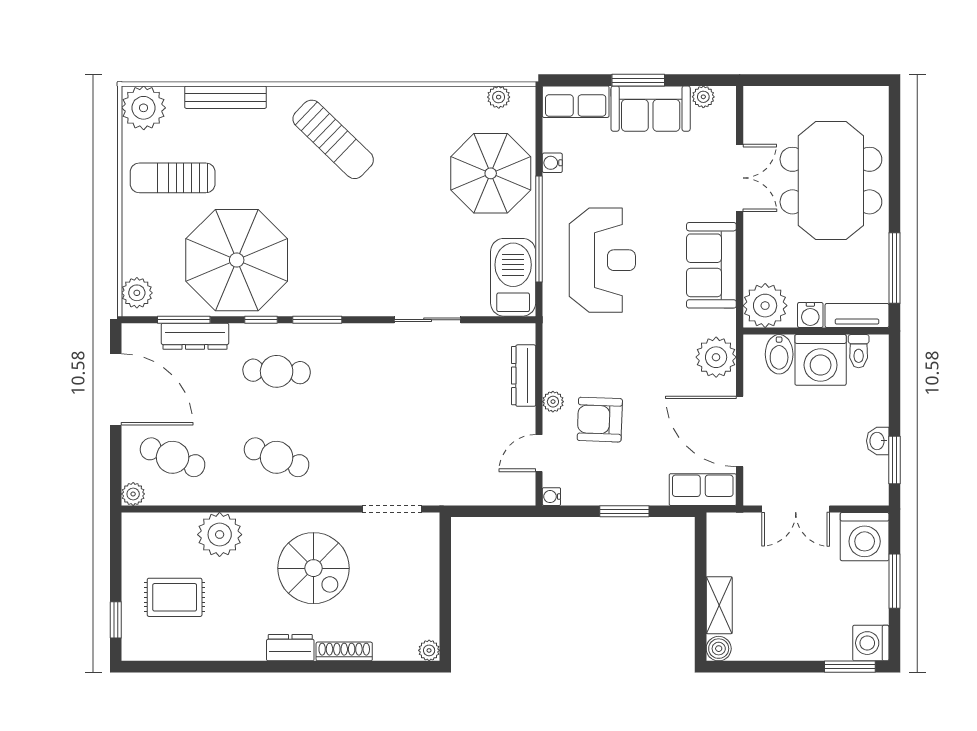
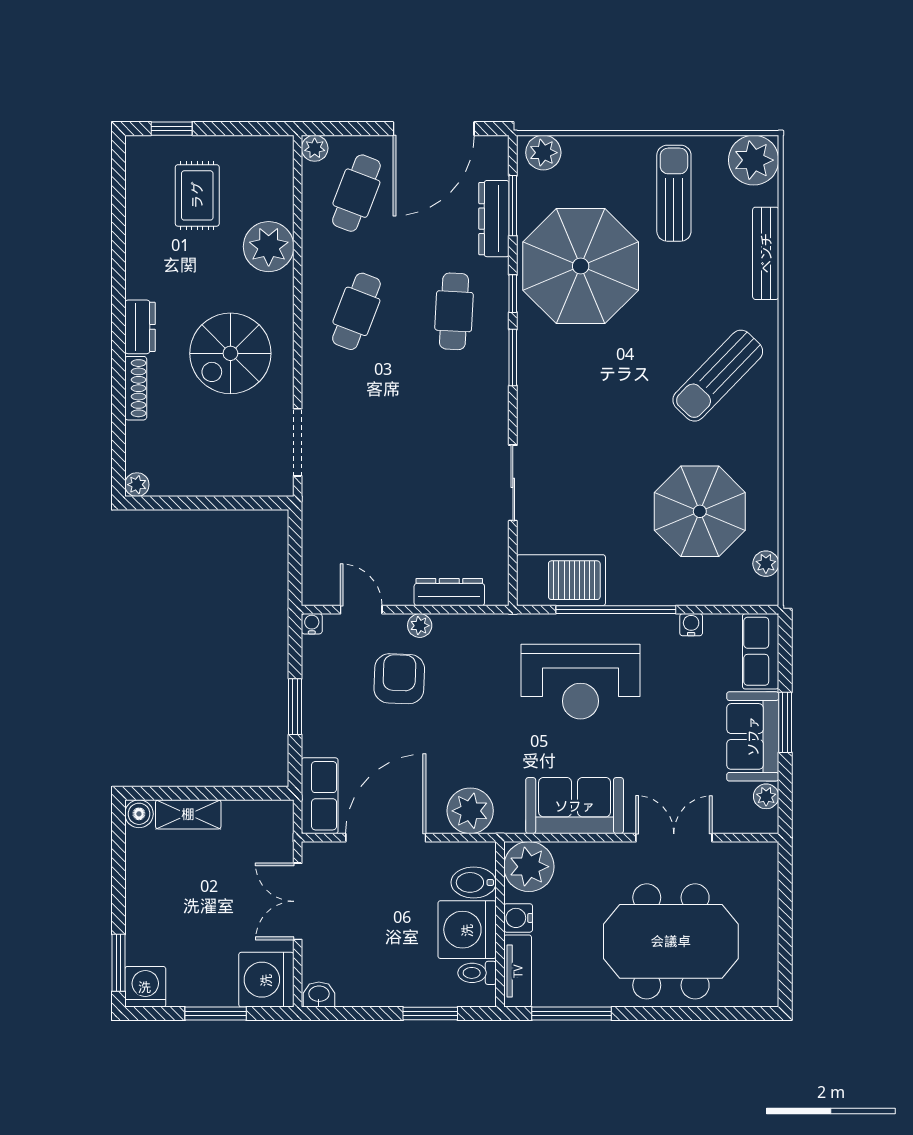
parasol: (491, 173) -> (700, 511), moved
double door: (740, 178) -> (674, 838), swing flipped
washbasin: (878, 441) -> (319, 994), moved
window: (894, 460) -> (430, 1014), moved

